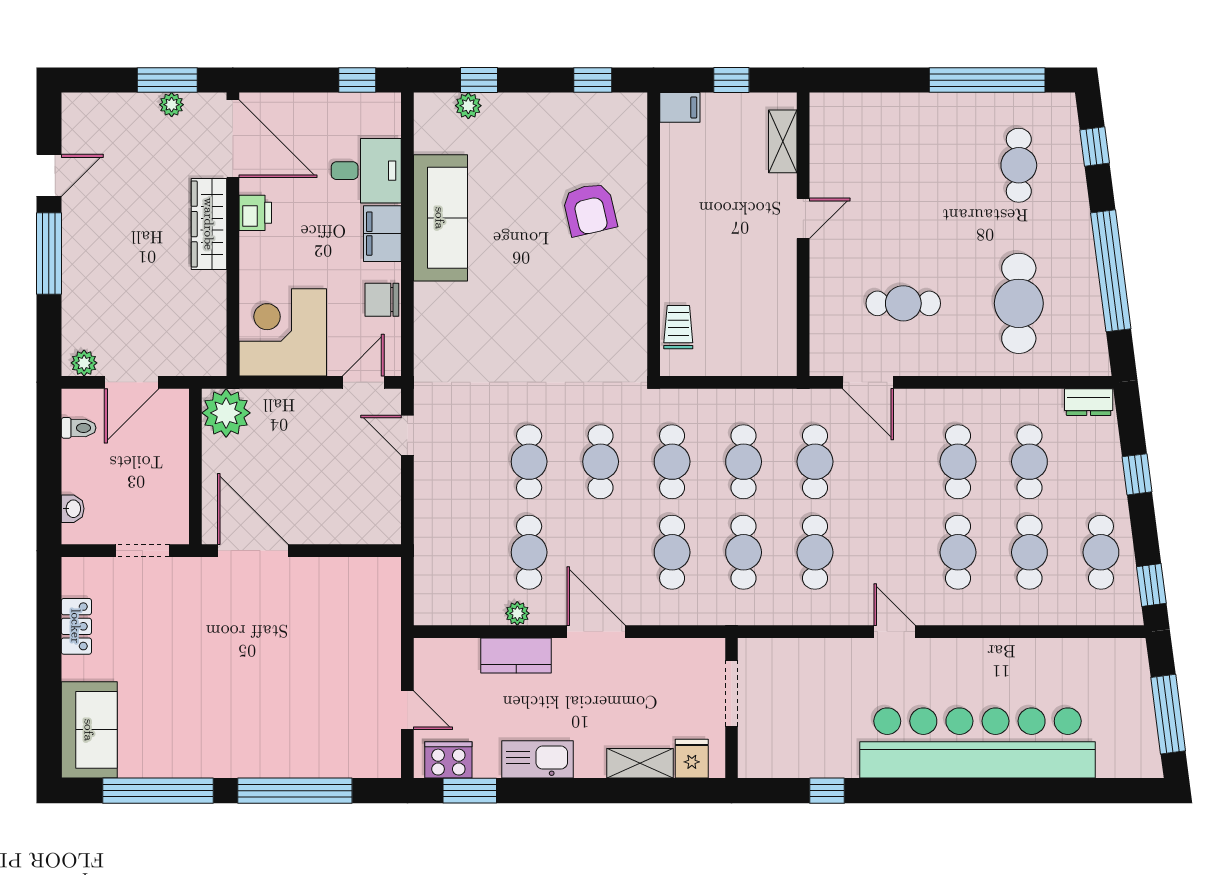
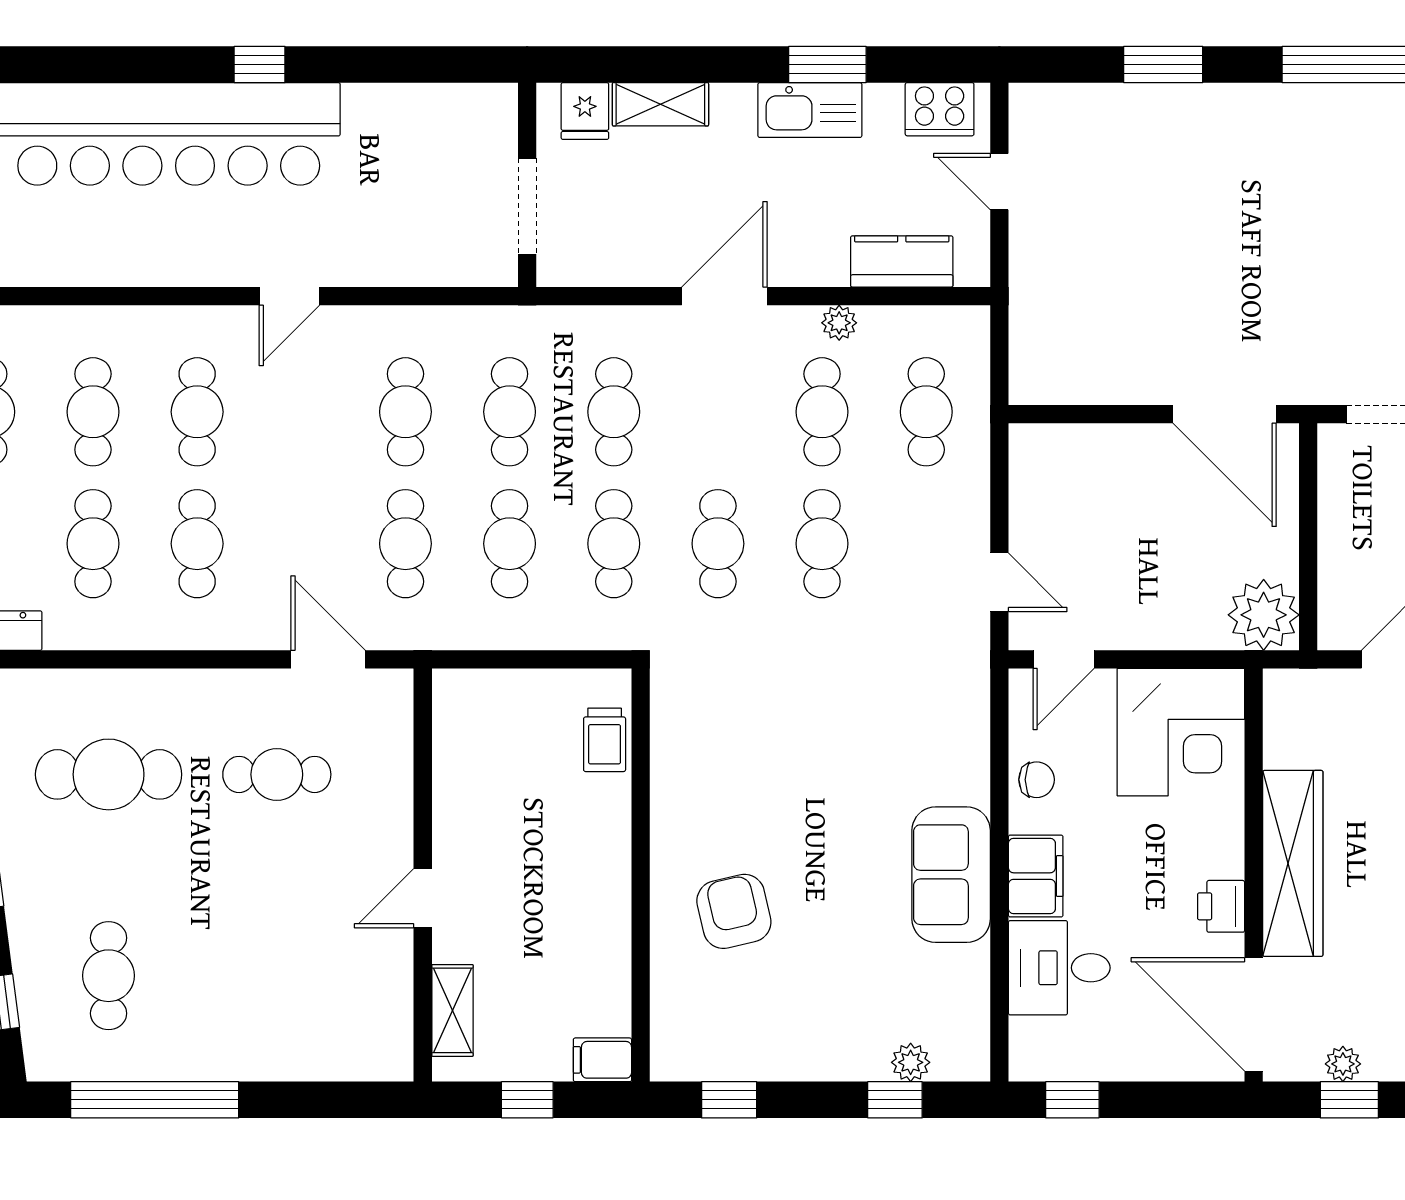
window: (167, 80) -> (1349, 1100), width x0.67
sofa: (440, 218) -> (951, 875), width x0.73
wardrobe: (209, 224) -> (1293, 863), width x1.40, depth x1.17
chair: (382, 300) -> (1037, 780), width x0.73, depth x0.73
cafe table: (1019, 303) -> (109, 774), turned 90
cafe table: (458, 552) -> (926, 412), added
door: (596, 632) -> (724, 296), swing flipped
door: (895, 632) -> (289, 296), hinge flipped
kitchen counter: (516, 655) -> (902, 261), moved
window: (295, 791) -> (1163, 65), width x0.47
window: (470, 791) -> (827, 65), moved
window: (827, 791) -> (260, 65), moved

